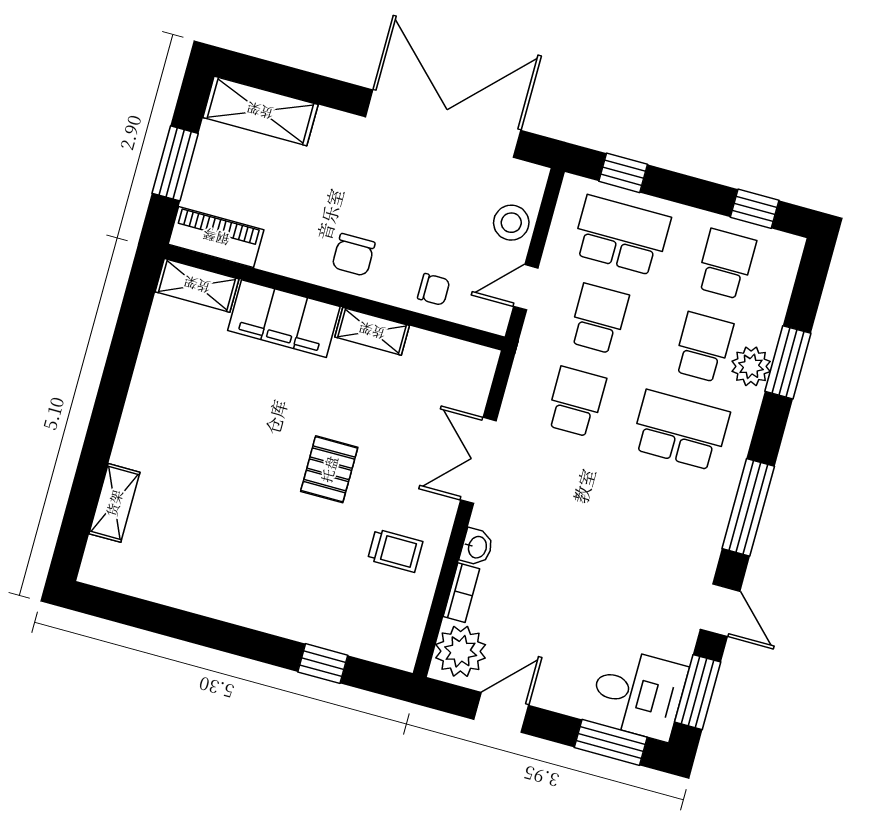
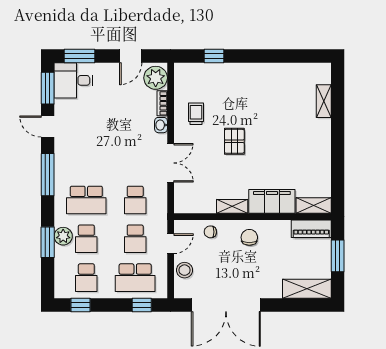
trolley: (395, 551) -> (196, 114), turned 90

